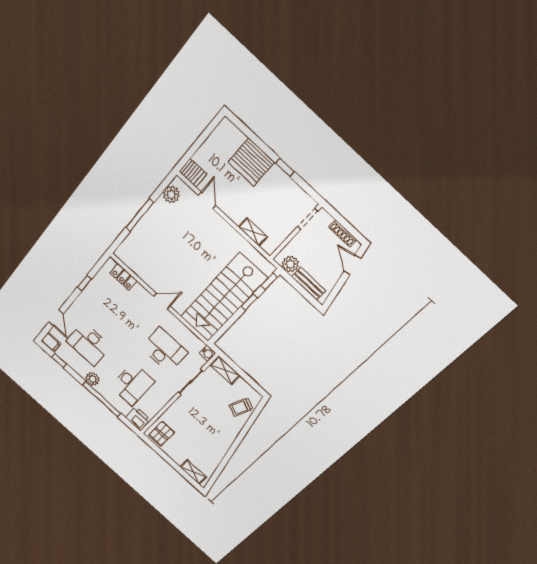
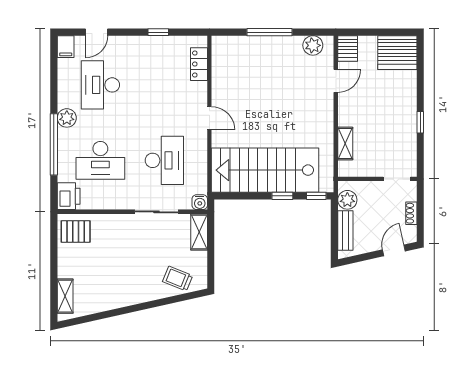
server rack: (251, 162) -> (397, 53), moved, turned -90
shoe rack: (343, 233) -> (411, 213), width x0.70
window: (59, 361) -> (54, 70), removed

